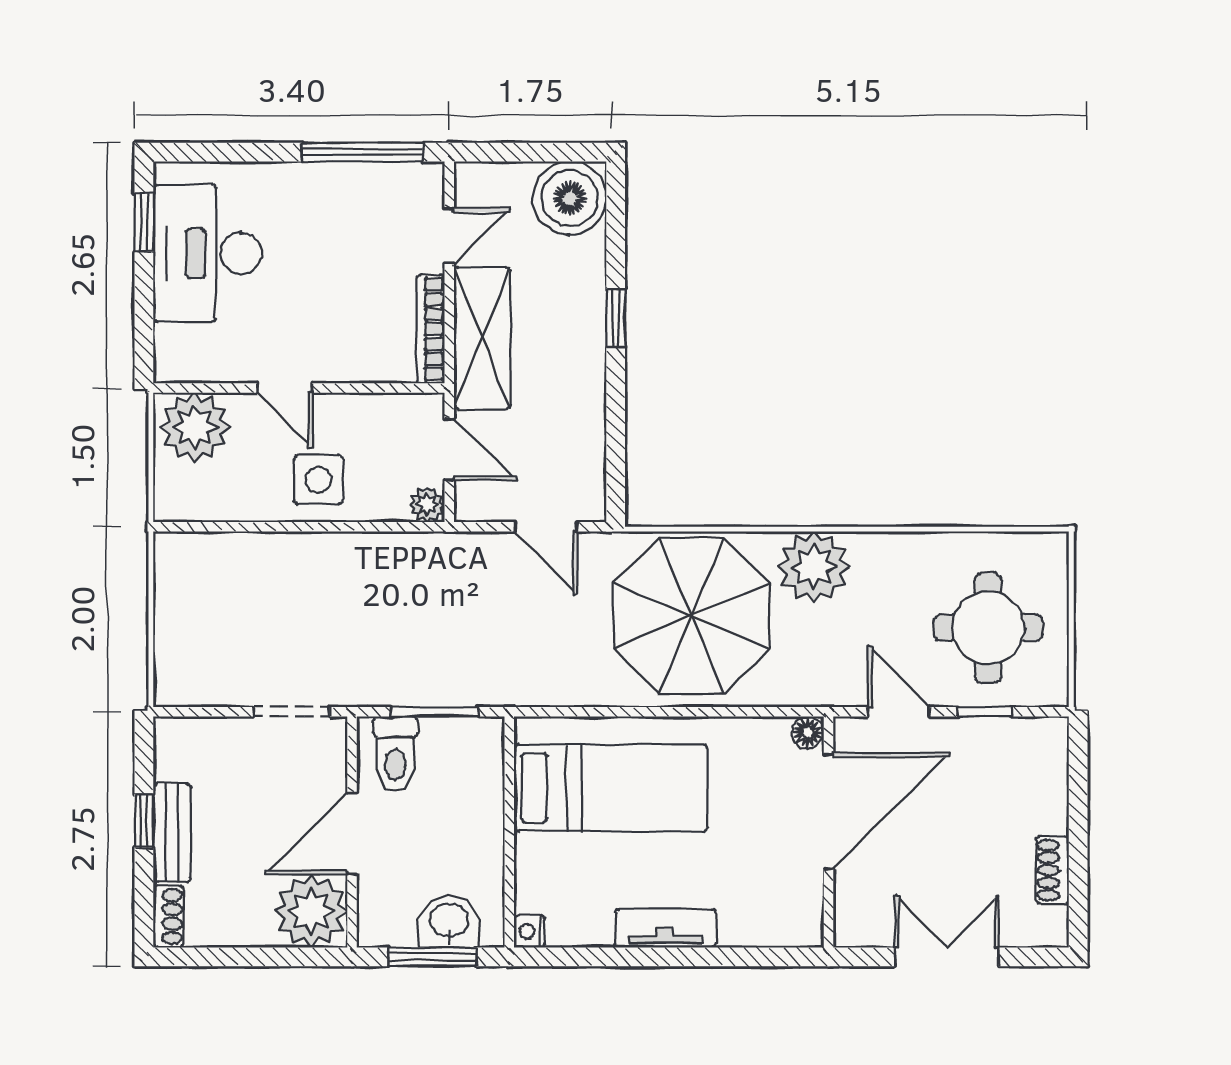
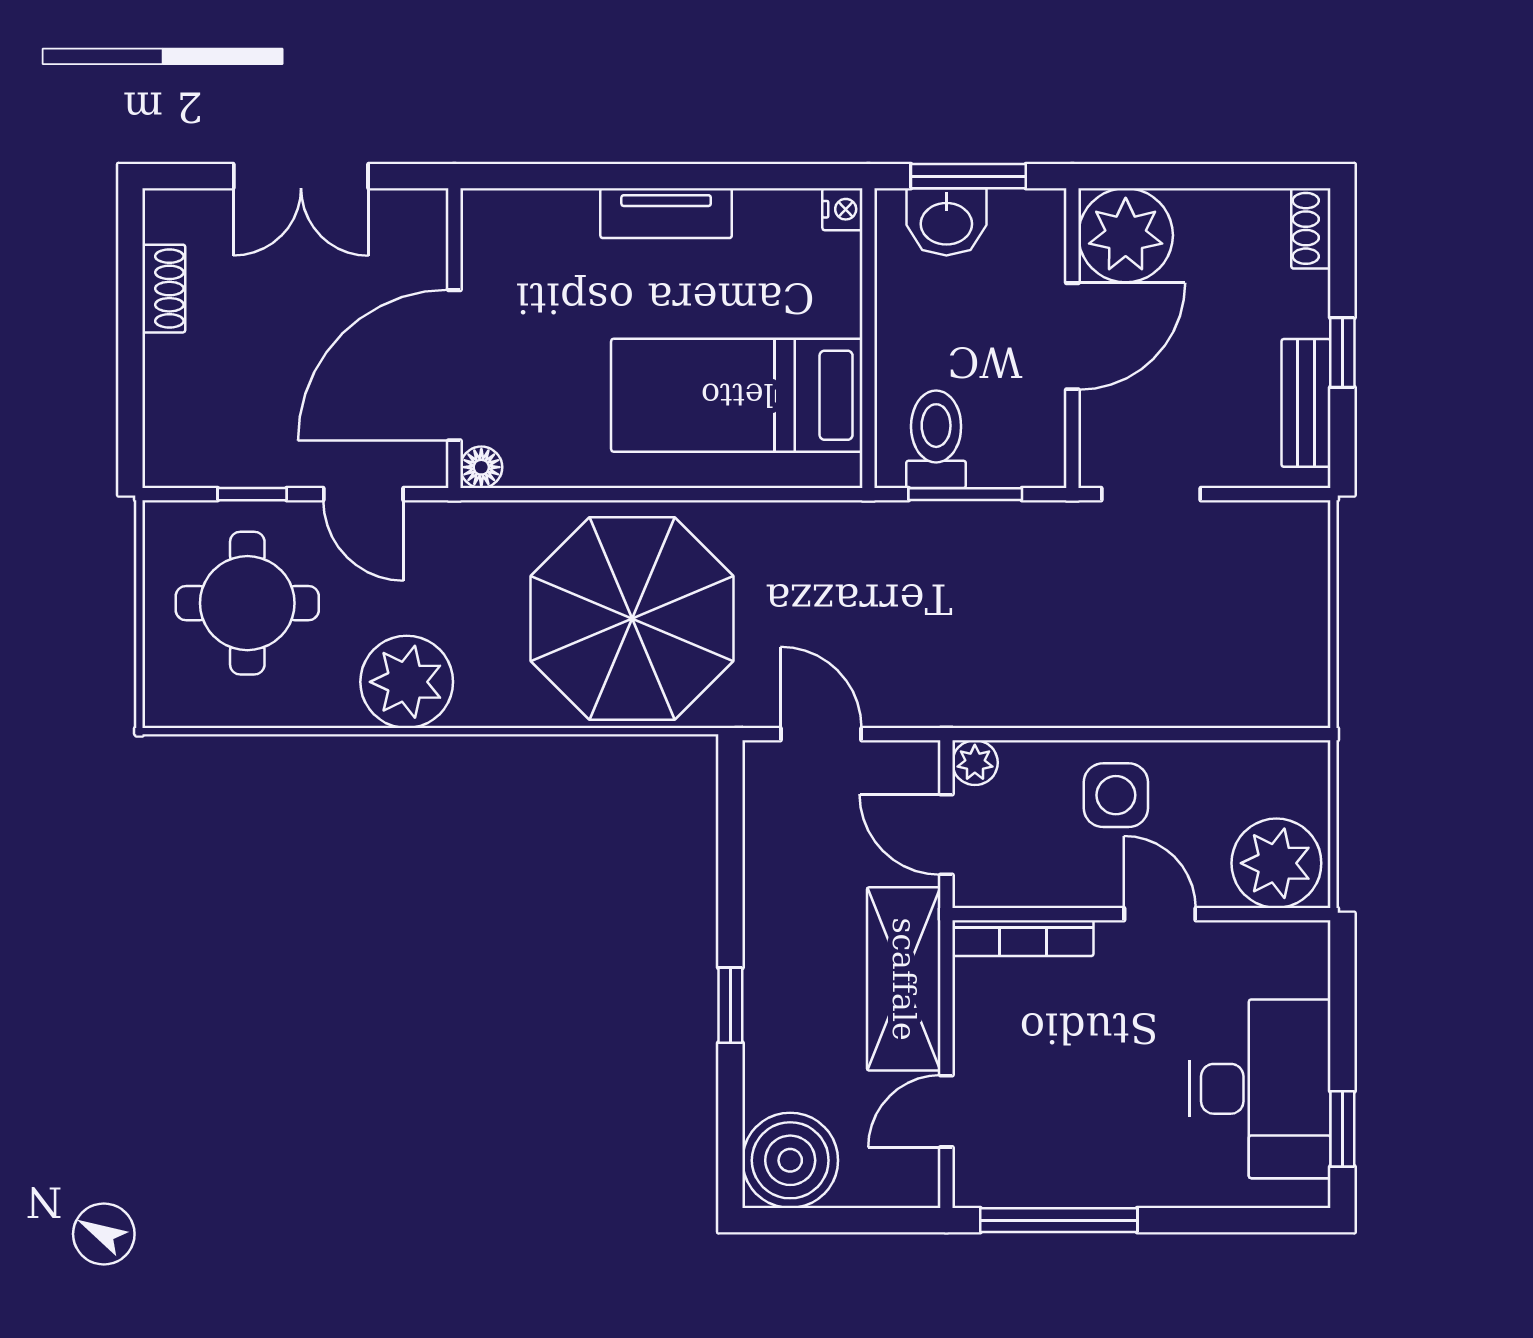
bookcase: (431, 329) -> (1023, 938), moved, turned 90
plant: (814, 567) -> (407, 682), moved
toilet: (395, 754) -> (936, 439), moved
bench: (172, 832) -> (1306, 403), moved

